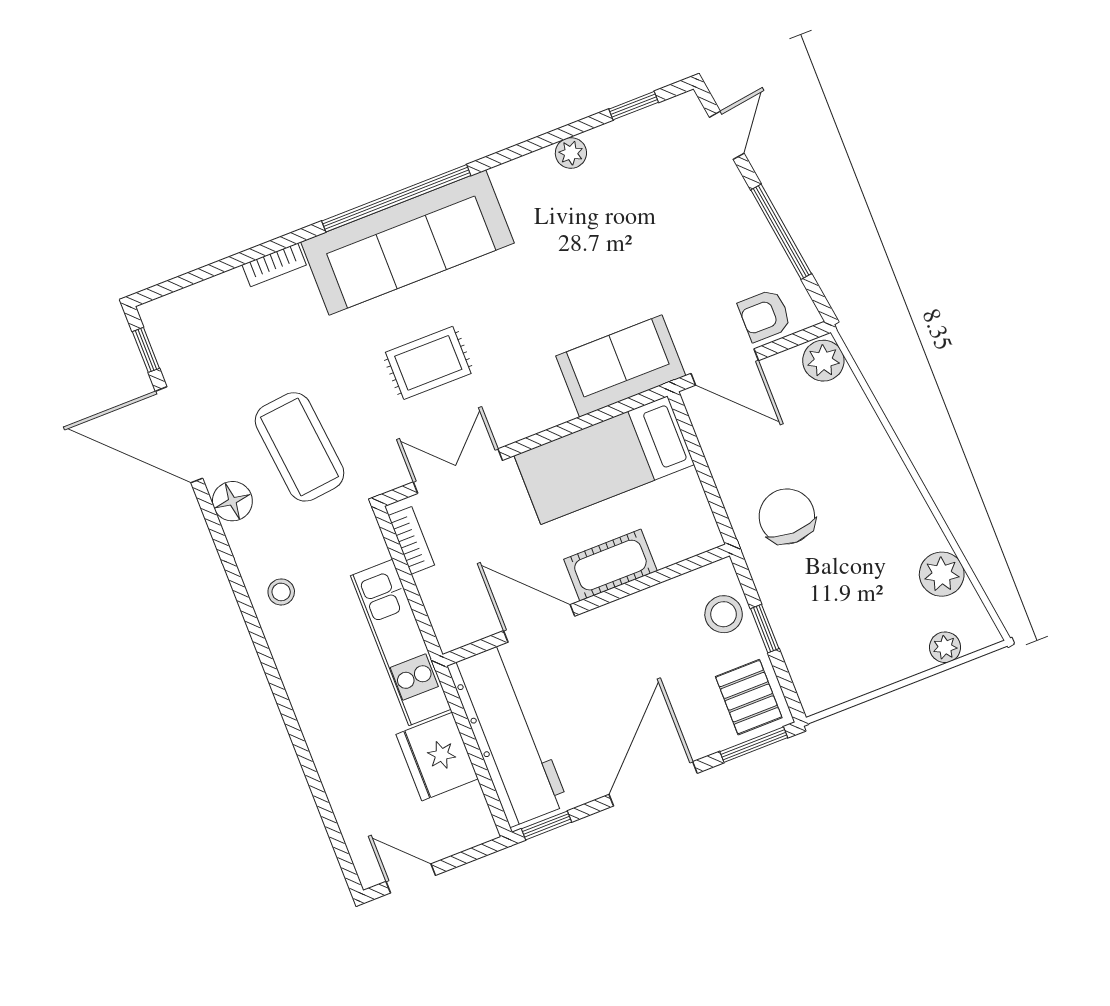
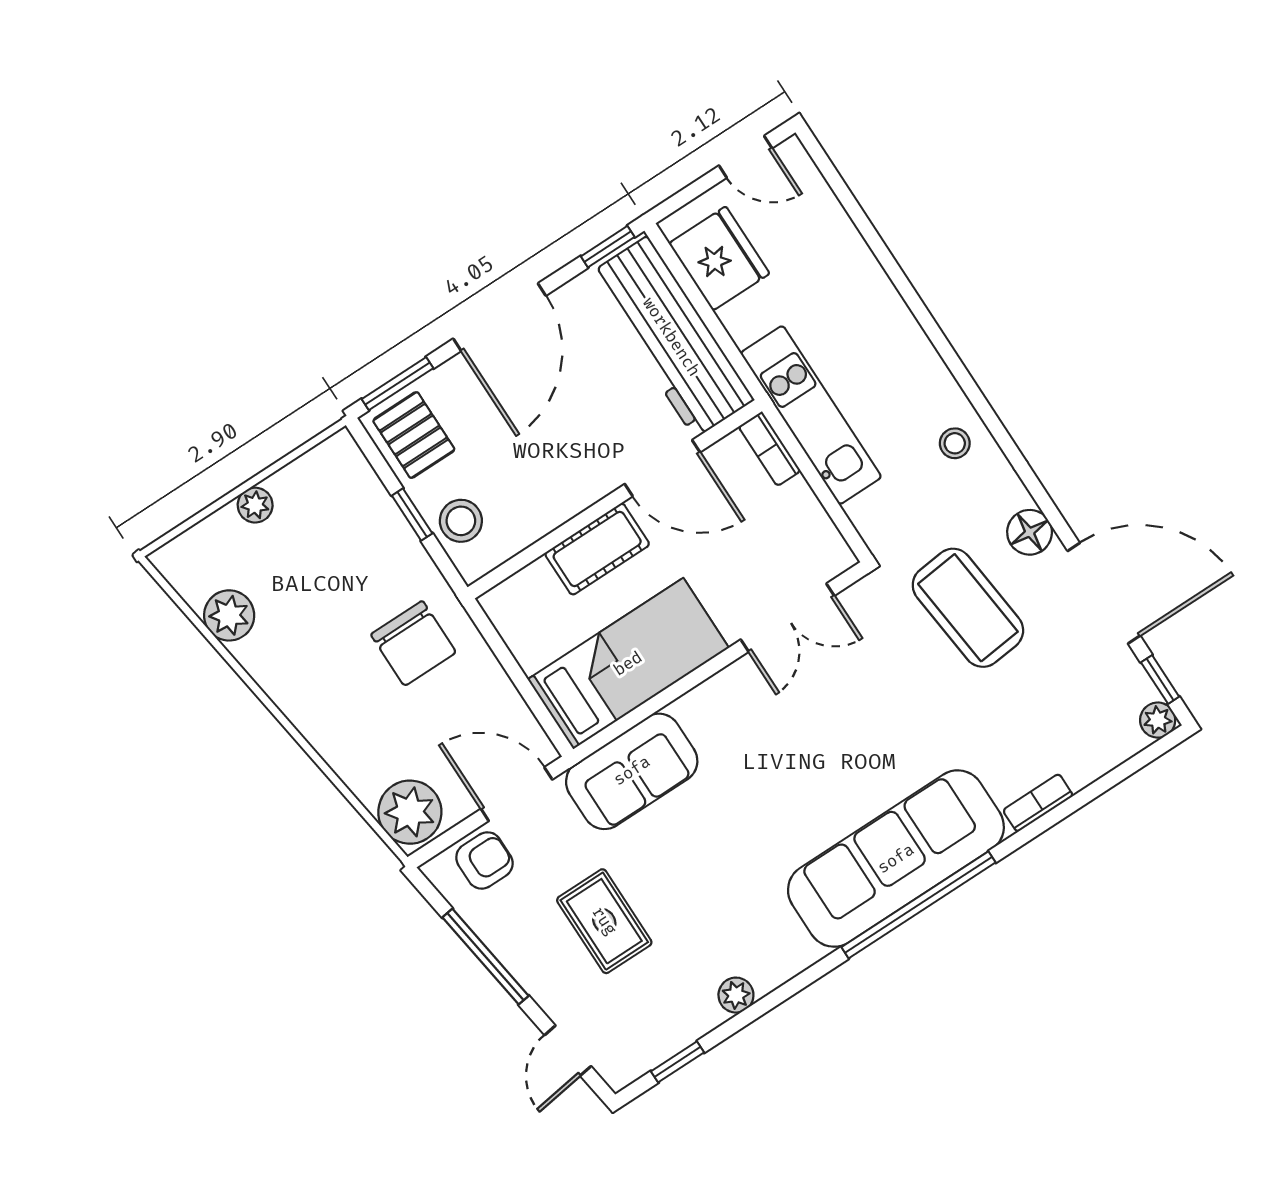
plant: (155, 315) -> (1158, 720), added
plant: (823, 361) -> (410, 812), width x1.36, depth x1.36
rug: (428, 363) -> (604, 921), moved, turned 90
bookcase: (411, 540) -> (770, 449), moved
plant: (945, 647) -> (255, 505), moved
fridge: (437, 757) -> (719, 258), moved

